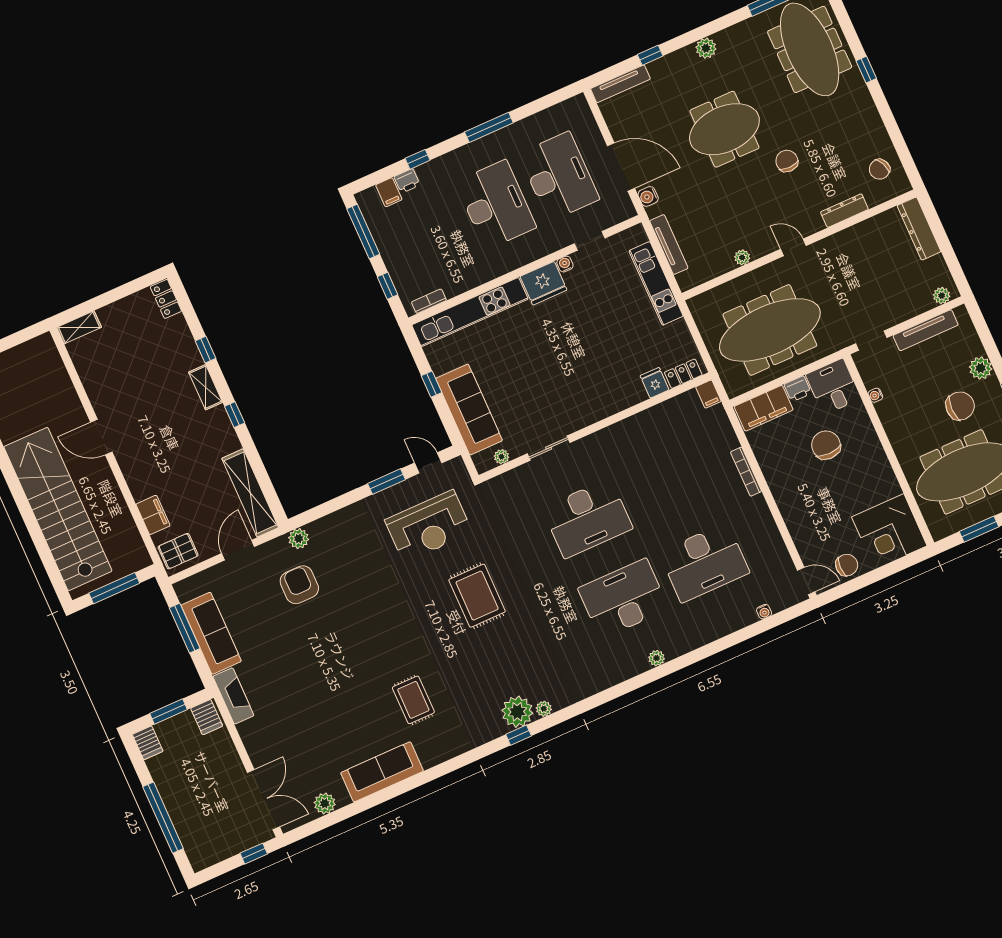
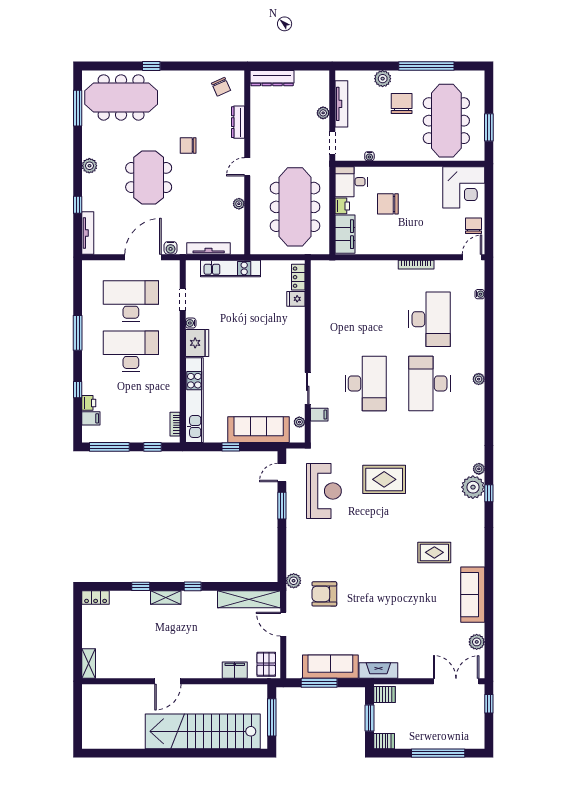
plant: (942, 296) -> (323, 113), moved
filing cabinet: (708, 394) -> (319, 415), moved
bookcase: (746, 472) -> (416, 265), moved

